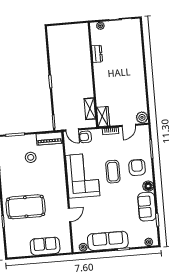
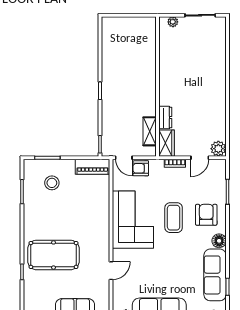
dresser: (97, 54) -> (165, 118), moved
stool: (31, 157) -> (52, 183), moved
sofa: (147, 207) -> (215, 275), width x1.36

